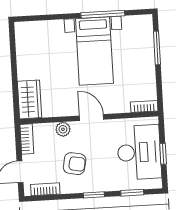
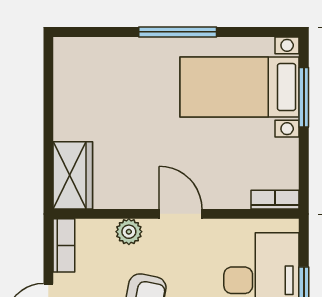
window: (103, 14) -> (178, 32), moved
bed with nightstands: (94, 51) -> (240, 87), moved, turned 90

